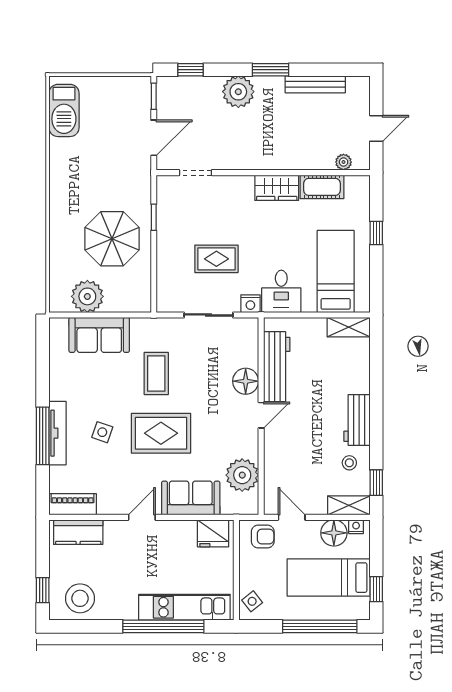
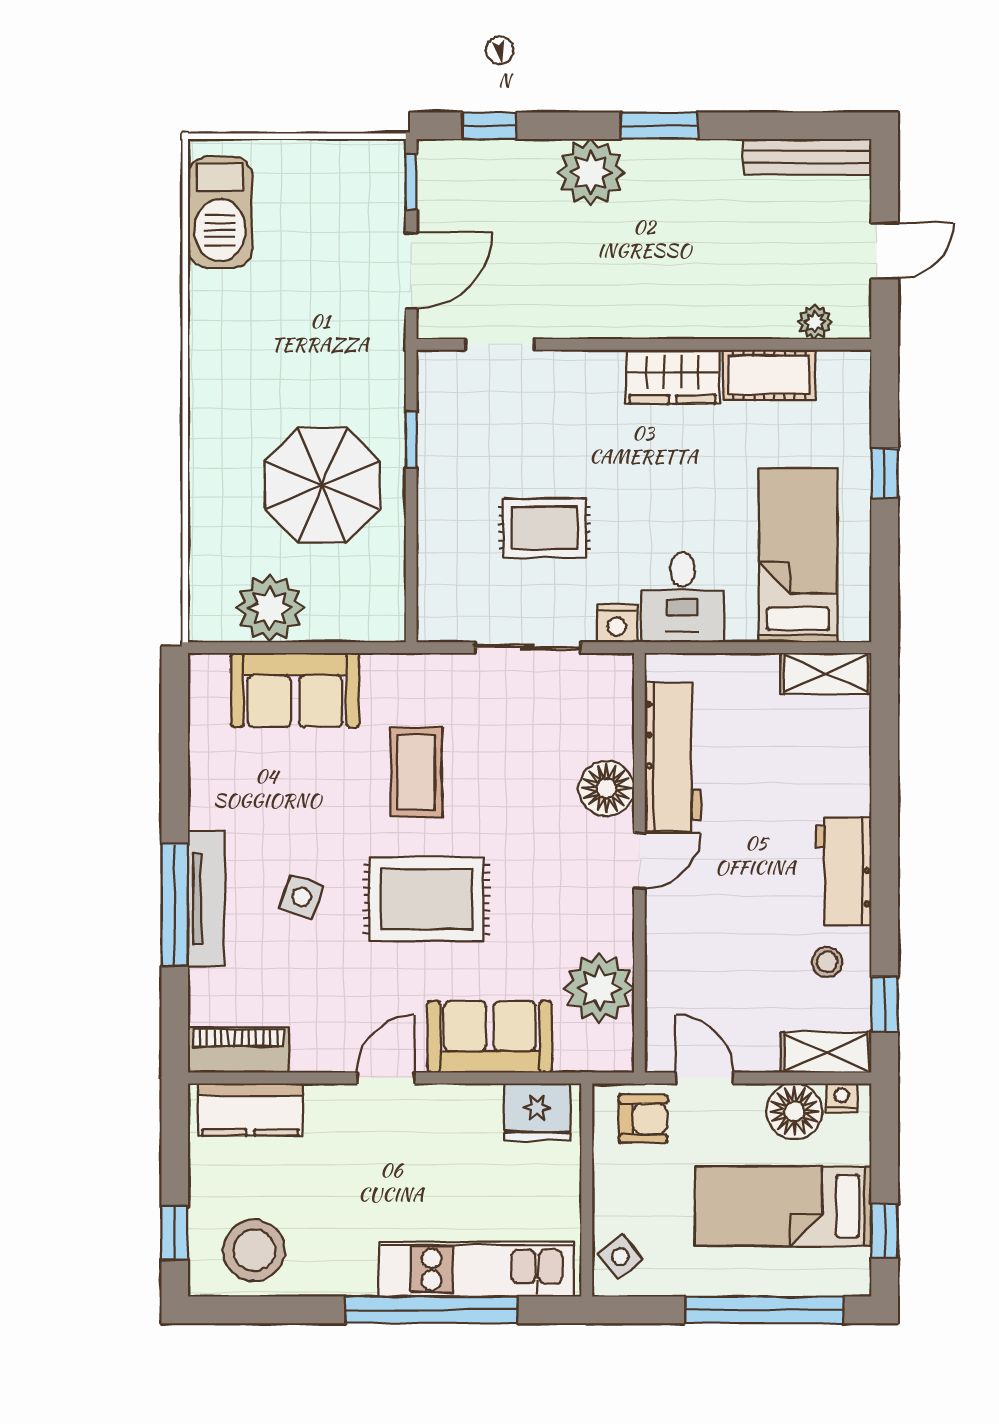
bench: (315, 84) -> (807, 157), moved

